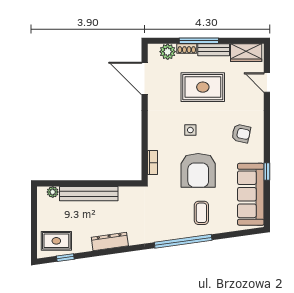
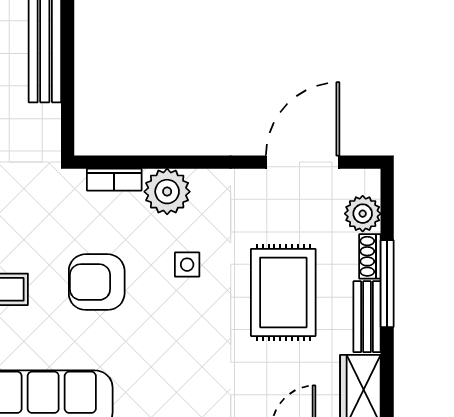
armchair: (241, 133) -> (179, 378), removed
plant: (158, 139) -> (167, 192), added
armchair: (198, 170) -> (97, 282), width x0.73, depth x0.73

